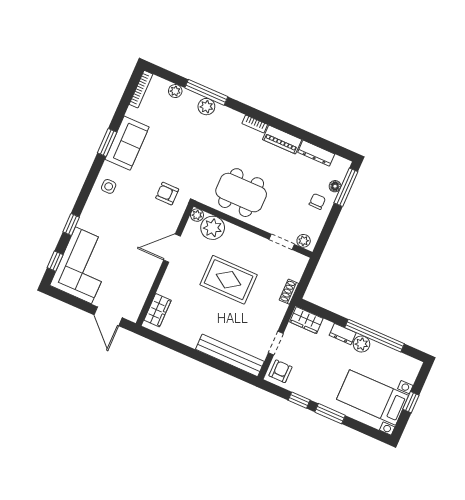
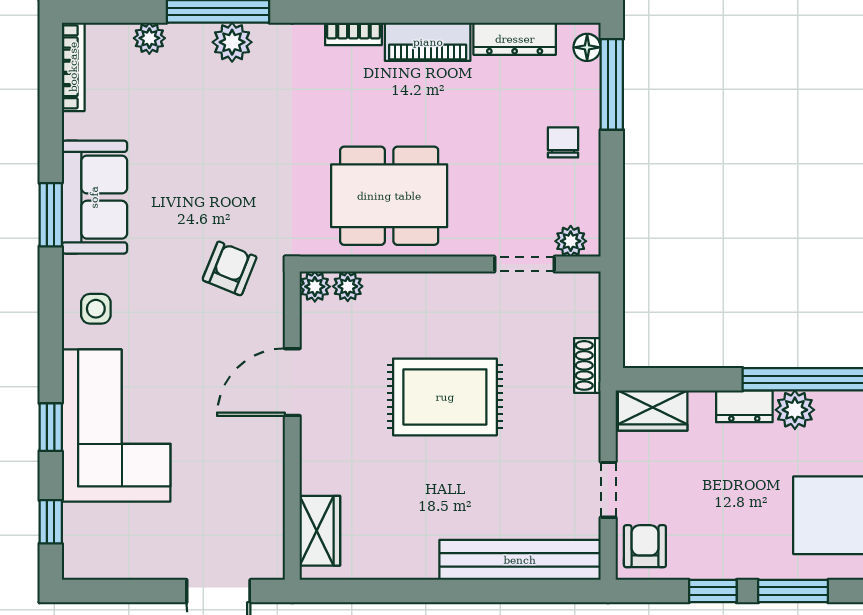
floor lamp: (335, 186) -> (587, 47), moved
armchair: (167, 194) -> (230, 268), turned 112
plant: (213, 228) -> (348, 286), width x0.53, depth x0.53
corner sofa: (83, 265) -> (116, 426), moved

